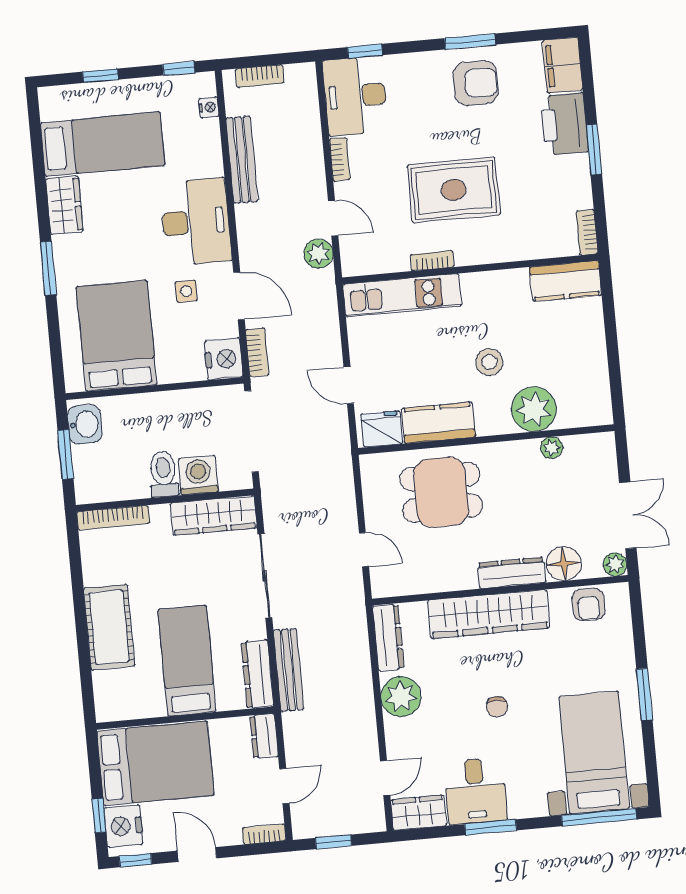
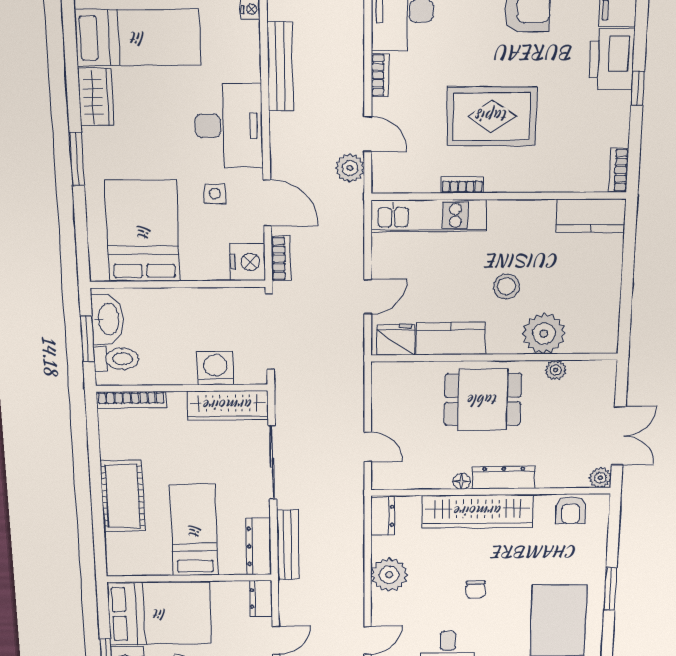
window: (594, 150) -> (638, 88), width x0.67
door: (349, 385) -> (368, 297), swing flipped
washbasin: (85, 424) -> (108, 319), width x1.38
toilet: (163, 474) -> (116, 359), moved, turned 90
dining table: (441, 492) -> (483, 400), moved
floor lamp: (564, 564) -> (462, 481), moved, width x0.53, depth x0.53
dresser: (388, 637) -> (383, 516), width x0.70

